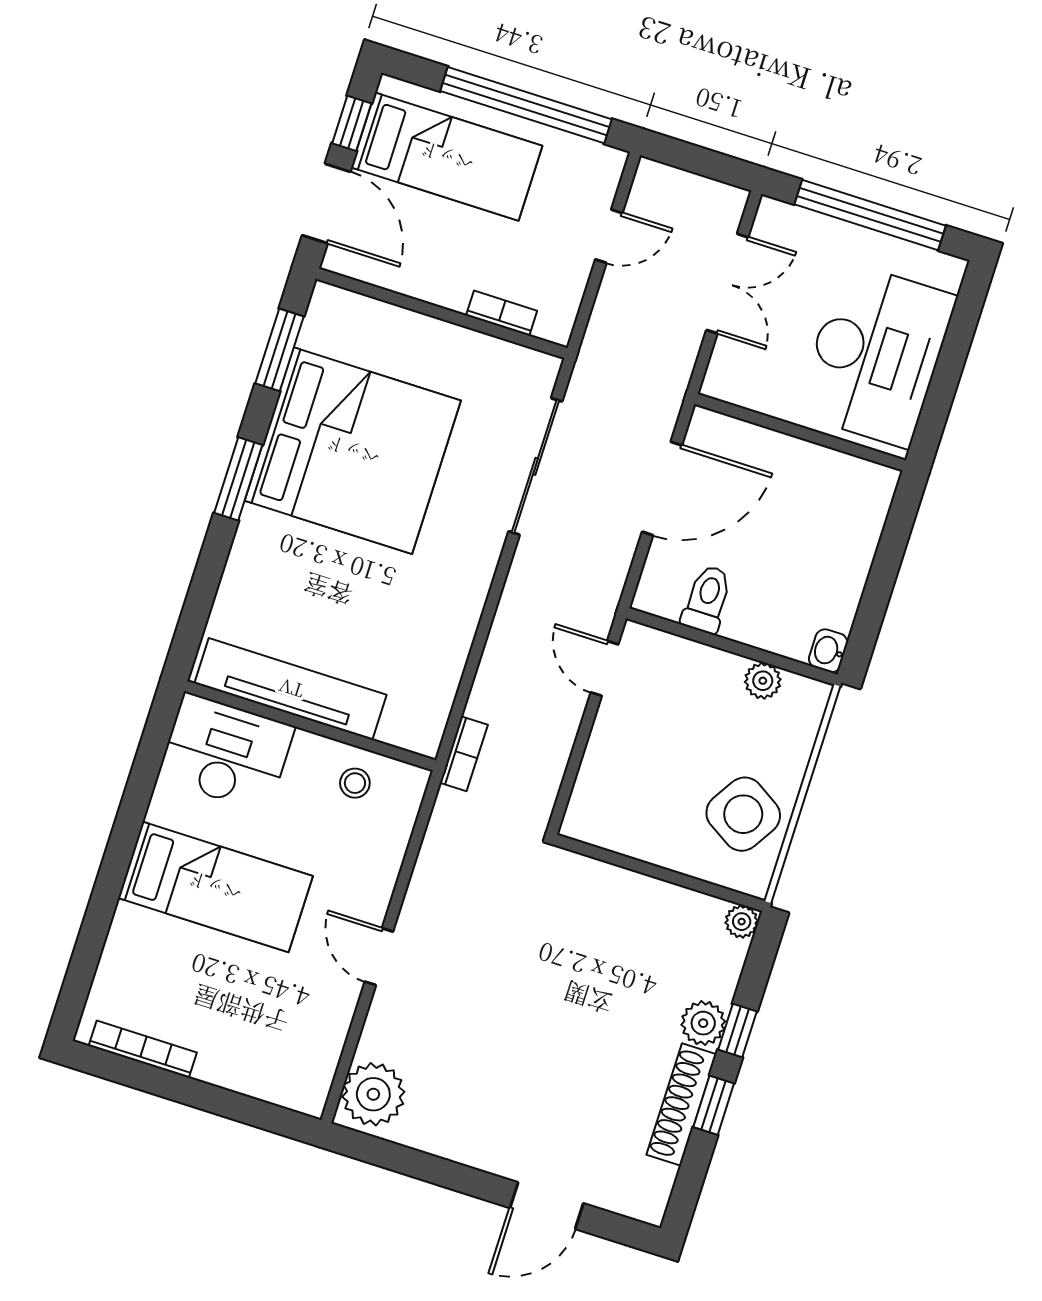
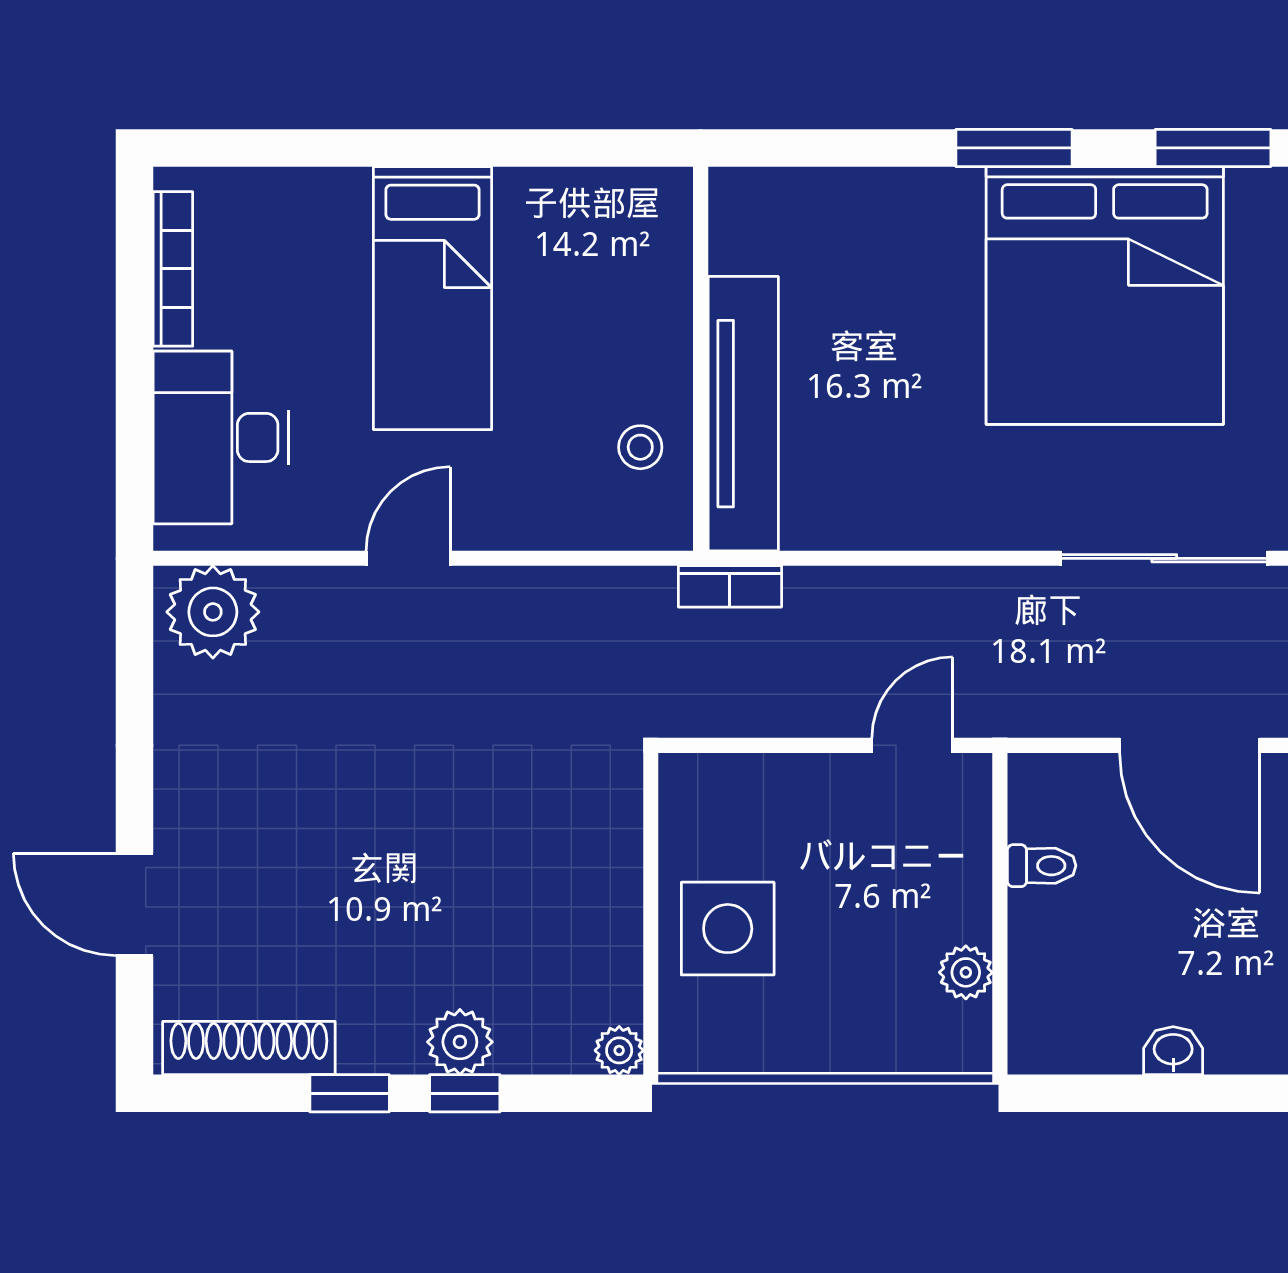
toilet: (707, 599) -> (1042, 866), width x0.73, depth x0.72
washbasin: (828, 651) -> (1173, 1051), moved
tv unit: (291, 689) -> (743, 414), moved
desk: (226, 753) -> (221, 437), moved, turned 180
side table: (743, 814) -> (728, 929), moved, turned -32
shoe rack: (681, 1105) -> (249, 1048), moved

